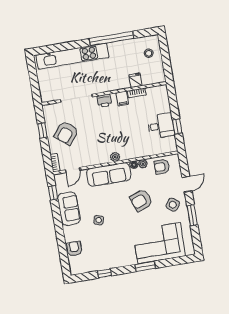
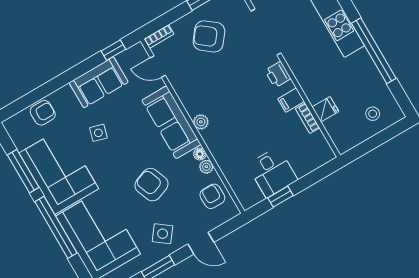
corner sofa: (112, 252) -> (59, 171), added
window: (145, 266) -> (56, 227), width x2.11
window: (104, 273) -> (23, 171), width x2.17

